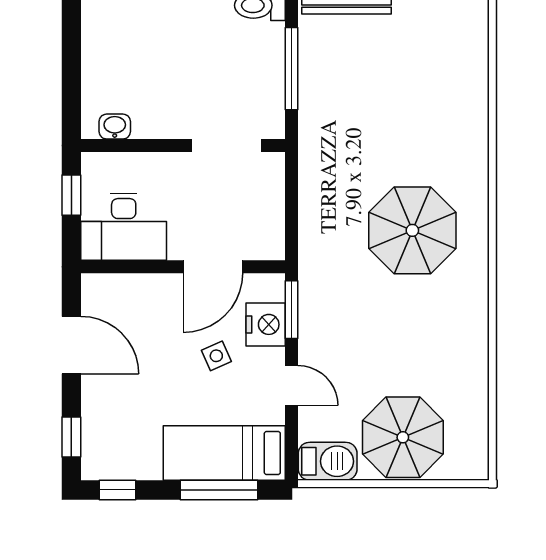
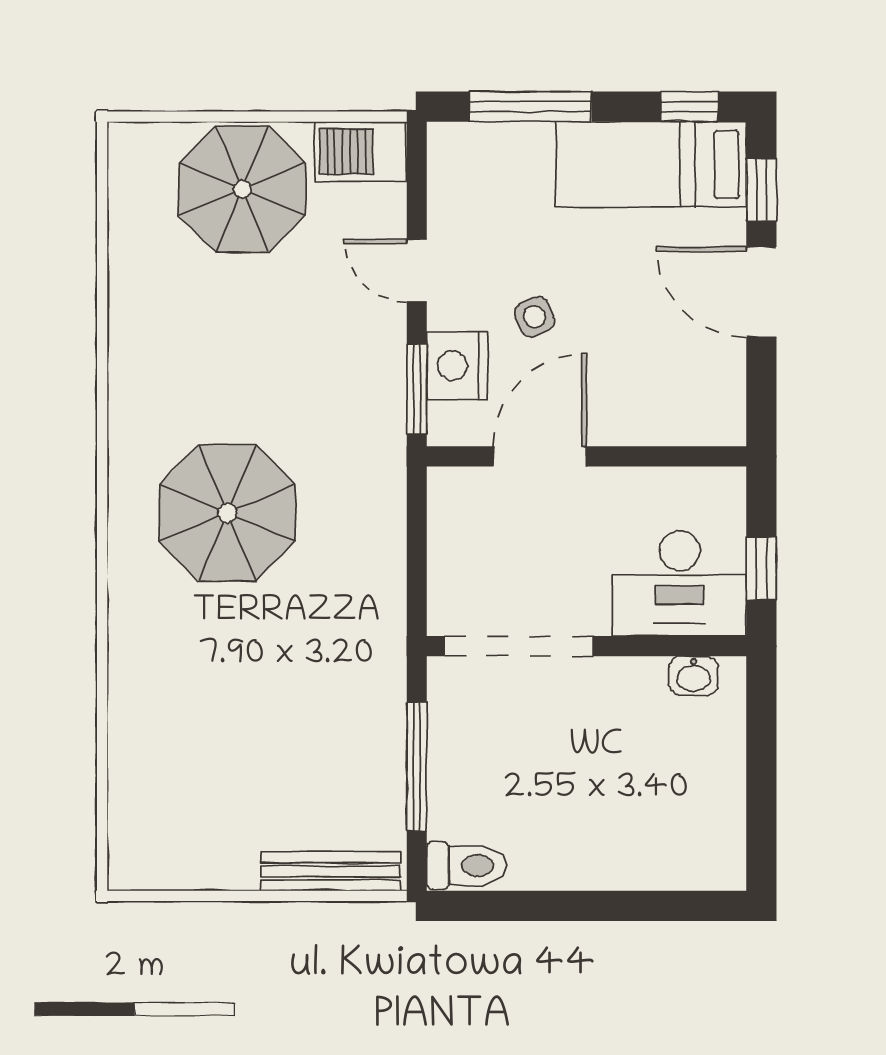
doorway: (226, 145) -> (519, 646), width x1.36
desk: (124, 227) -> (680, 584), moved, turned 180
door: (71, 345) -> (761, 292), moved
bed: (224, 453) -> (651, 164), moved, turned 180

